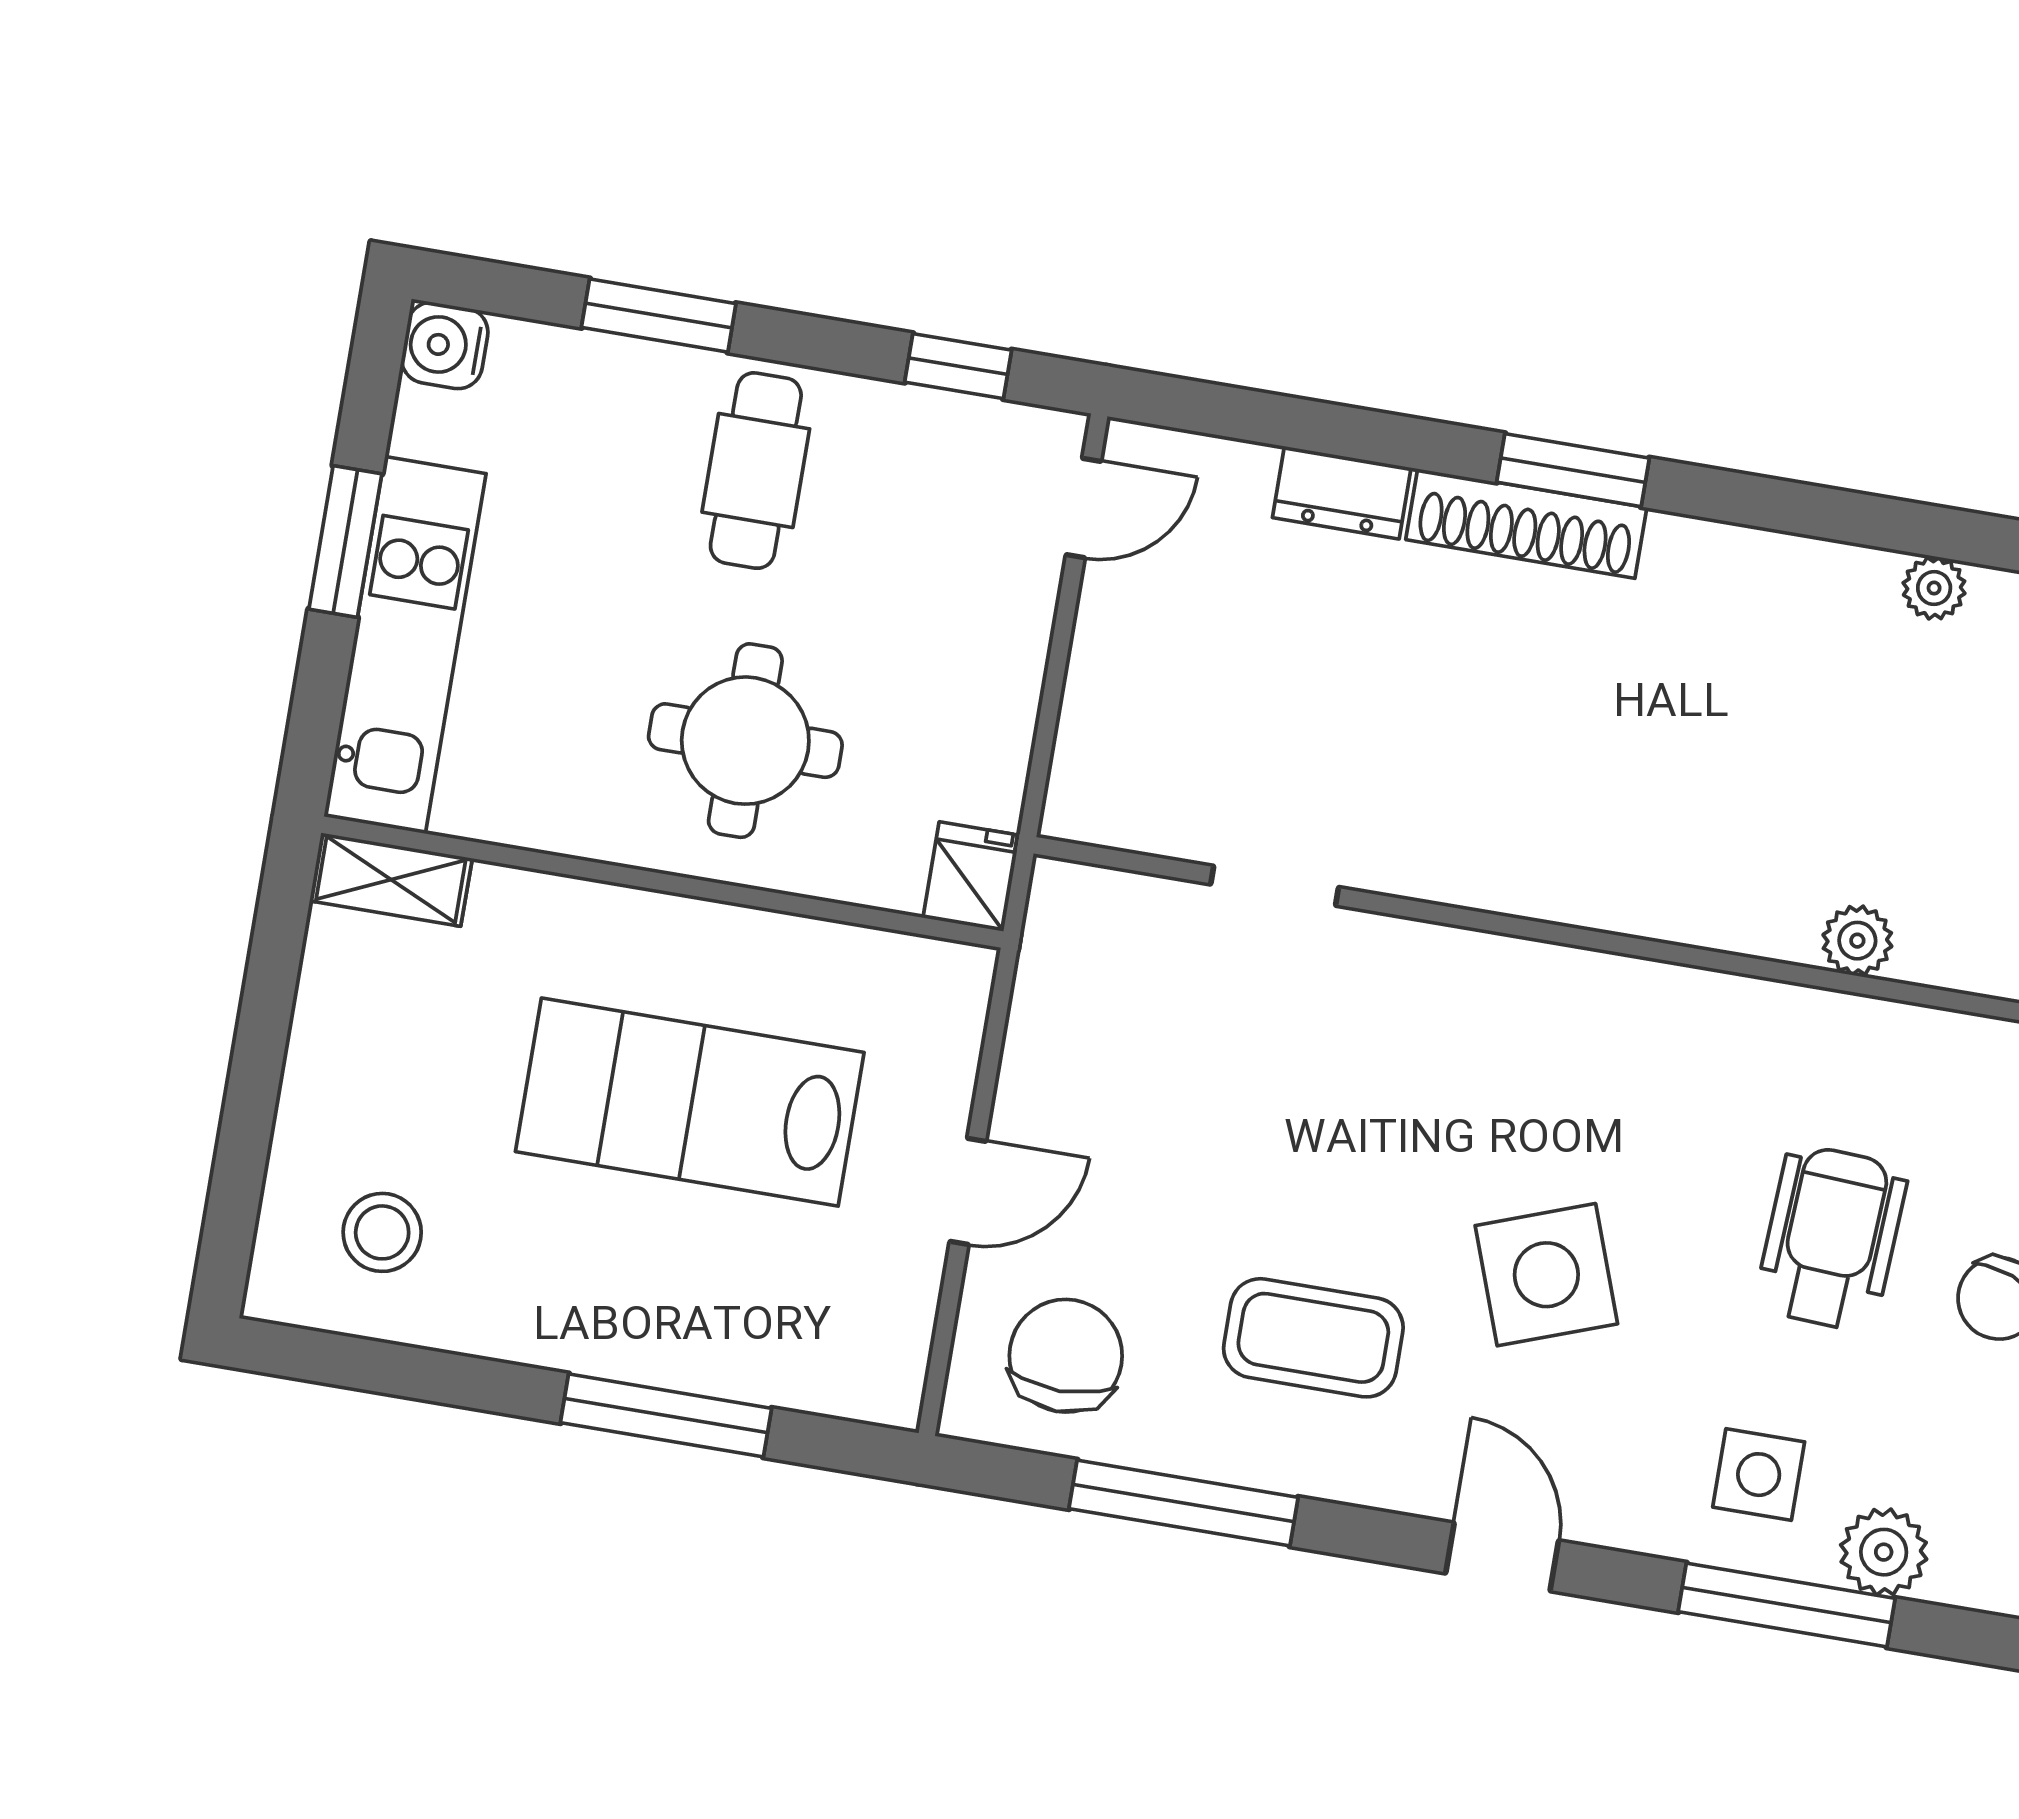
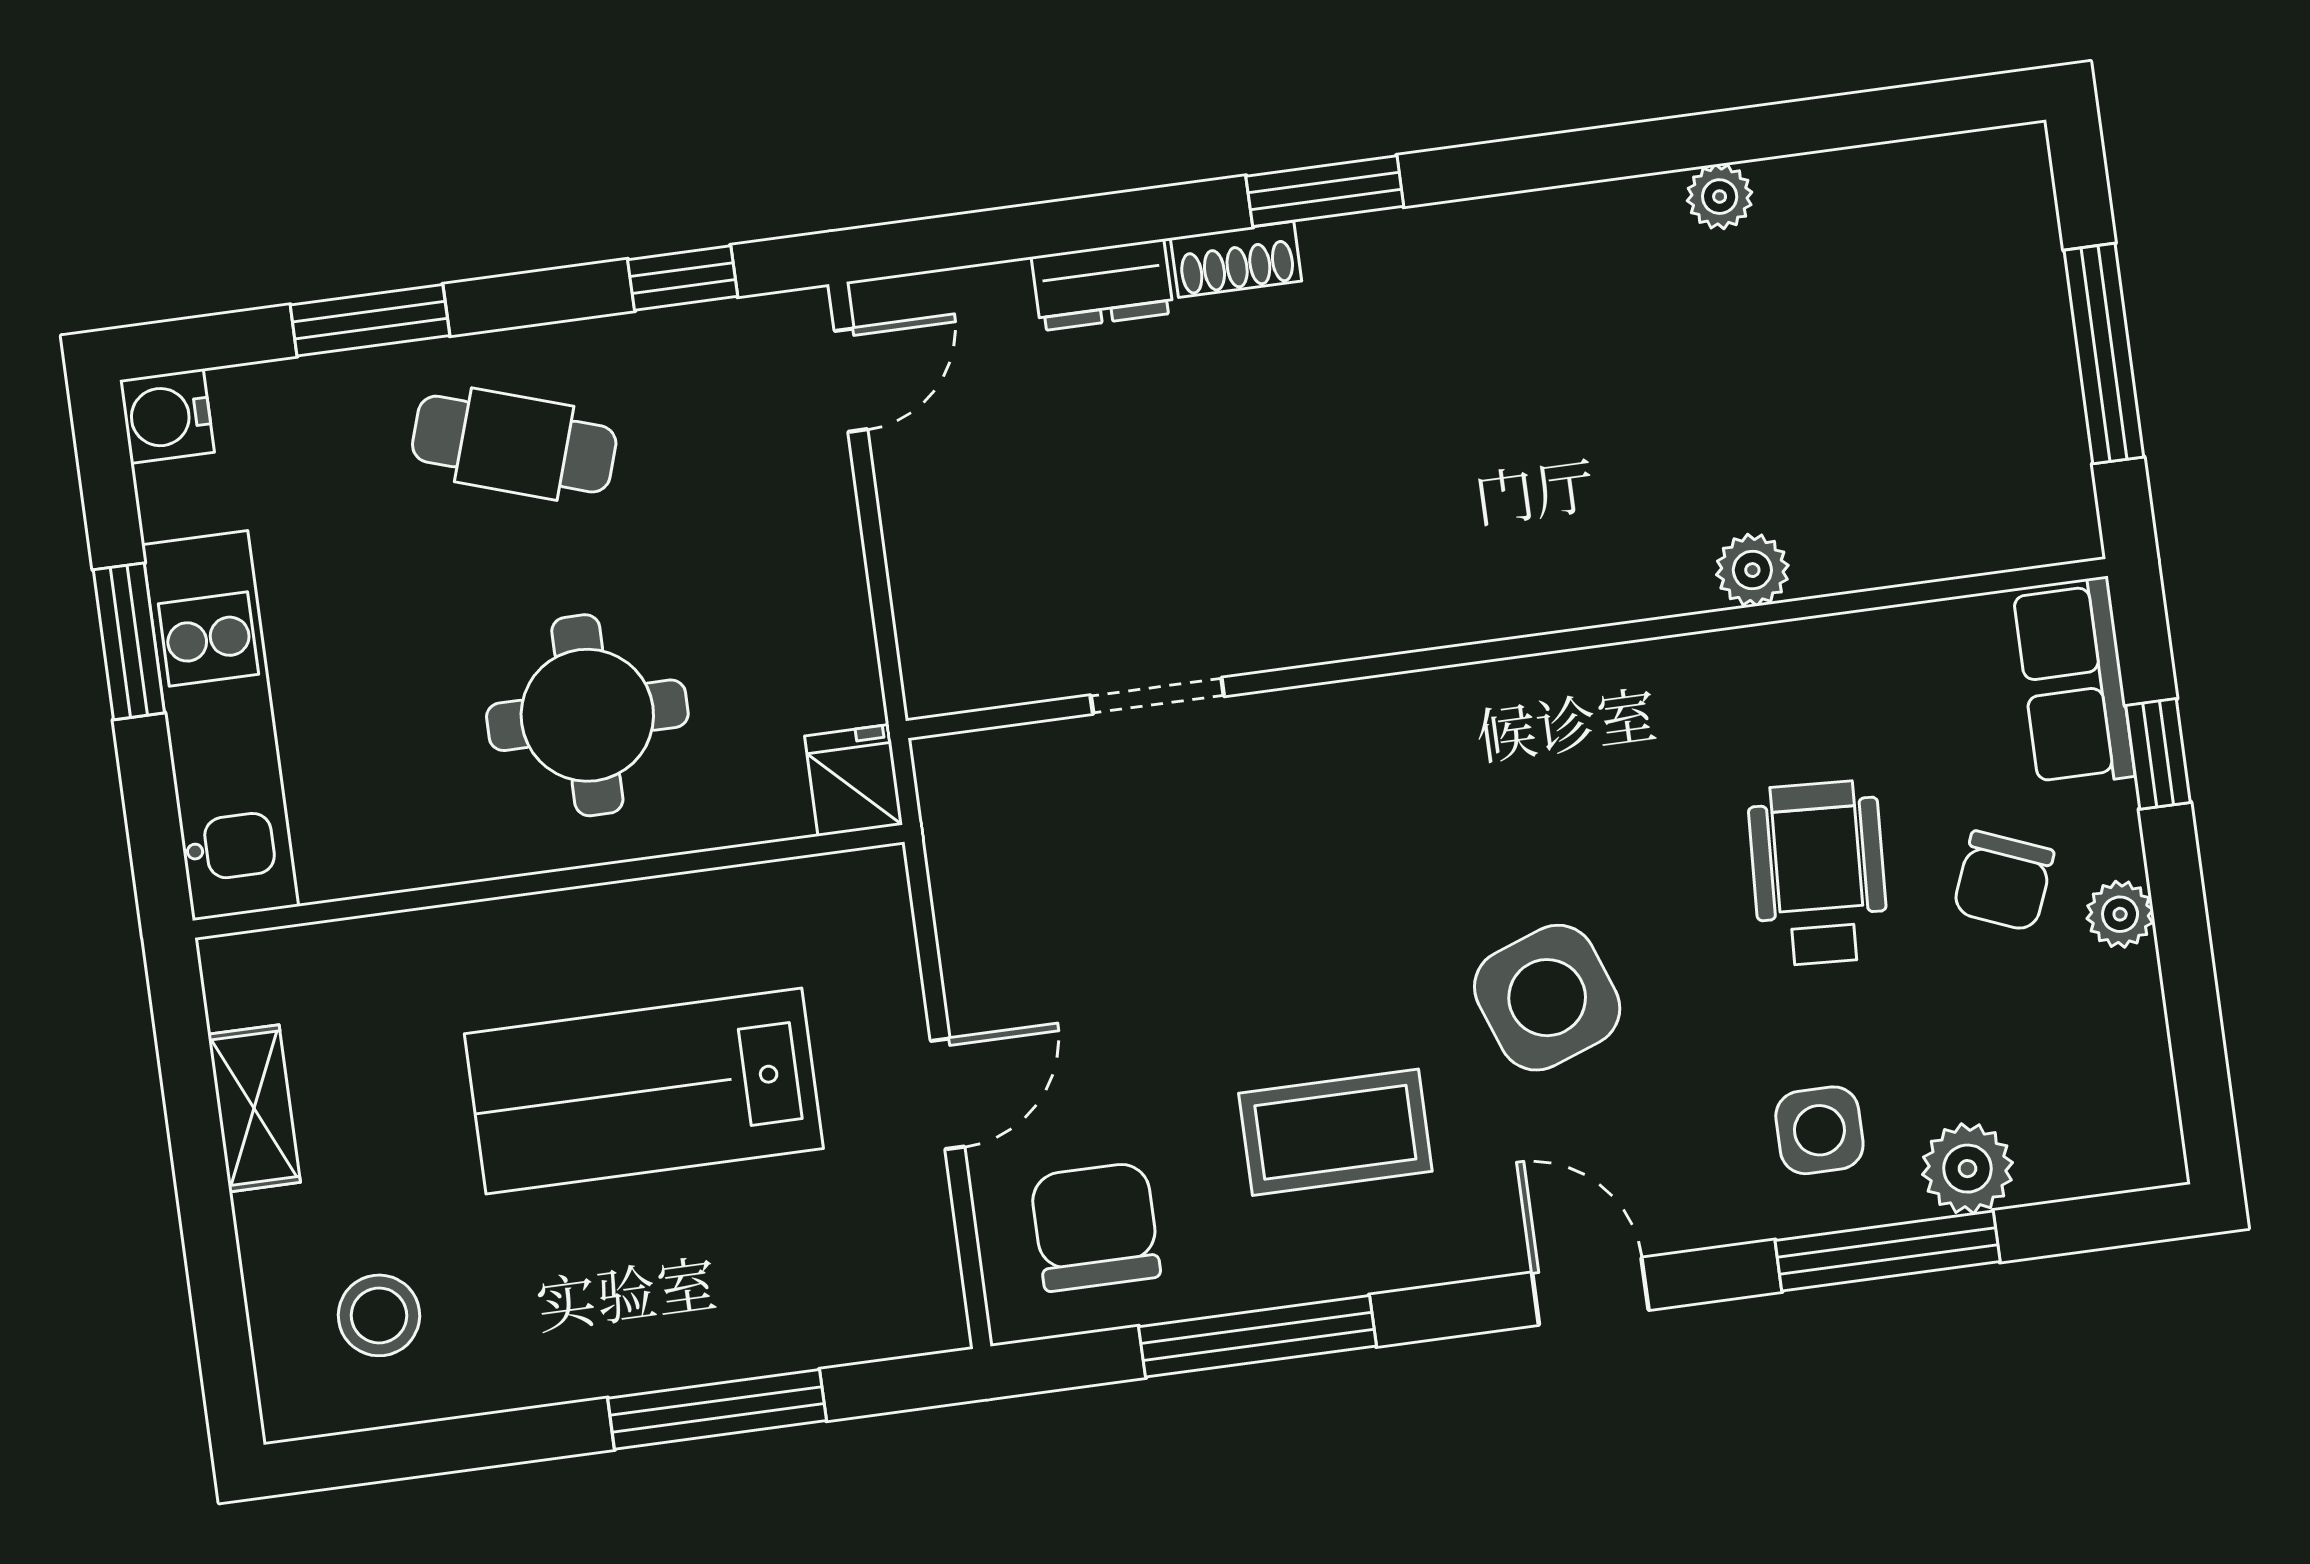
cafe table: (756, 471) -> (514, 444), turned -72
shoe rack: (1526, 524) -> (1236, 259), width x0.51, depth x0.81
shelving: (391, 880) -> (254, 1108), moved, turned 90

